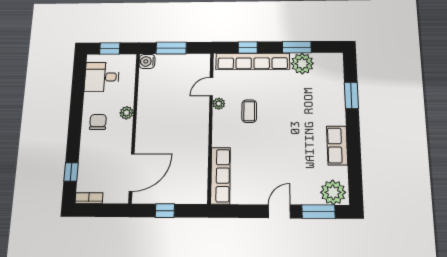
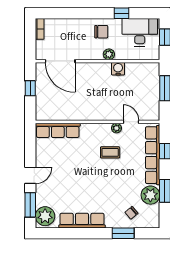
water cooler: (147, 61) -> (118, 69), moved
desk: (102, 77) -> (140, 32), width x1.37
chair: (325, 86) -> (131, 213), added
row of seats: (337, 145) -> (82, 221), width x1.48
window: (71, 172) -> (122, 13), moved
door: (279, 211) -> (30, 175), hinge flipped

